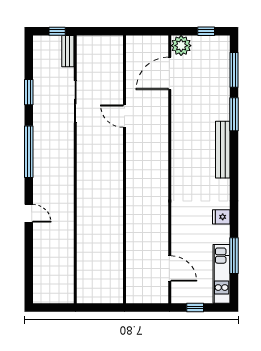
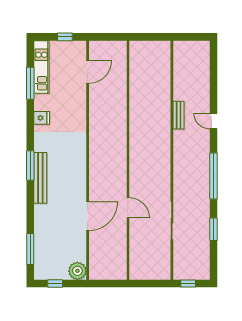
bench: (68, 51) -> (179, 115), moved
door: (170, 73) -> (88, 216), moved
window: (234, 114) -> (30, 165), moved
door: (170, 268) -> (88, 72), swing flipped

